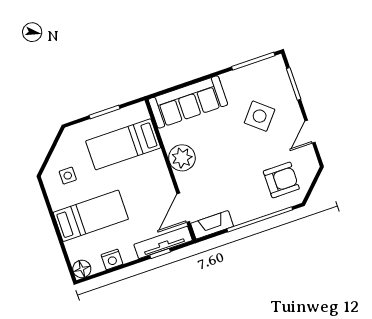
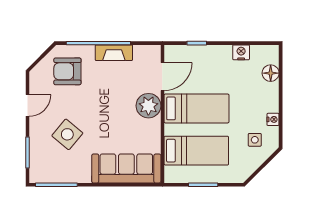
plant: (182, 158) -> (148, 106), moved
nightstand: (56, 203) -> (273, 119), added
bed: (91, 216) -> (197, 108), moved, turned 180
fireplace: (212, 225) -> (114, 53), moved
tv unit: (163, 242) -> (191, 52), removed
floor lamp: (82, 269) -> (271, 73), moved

